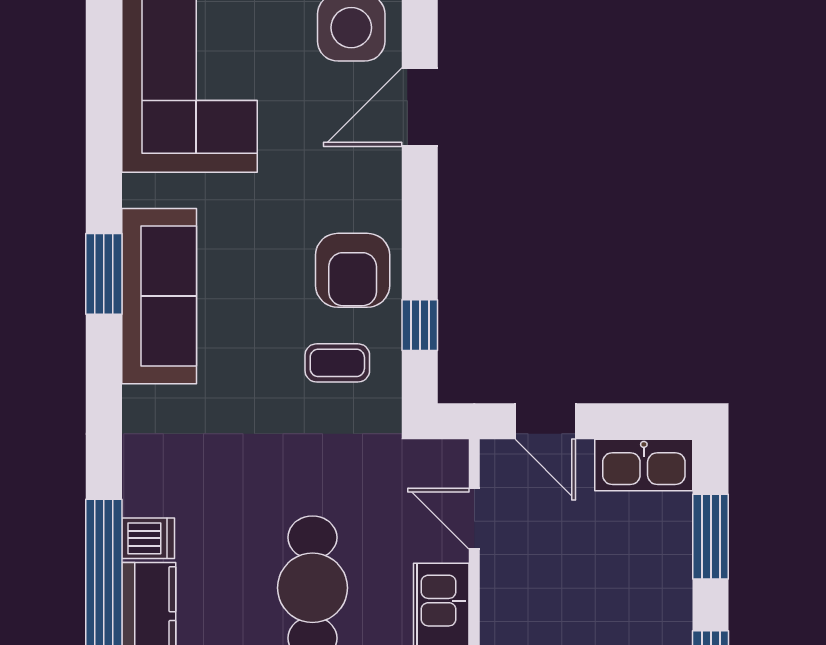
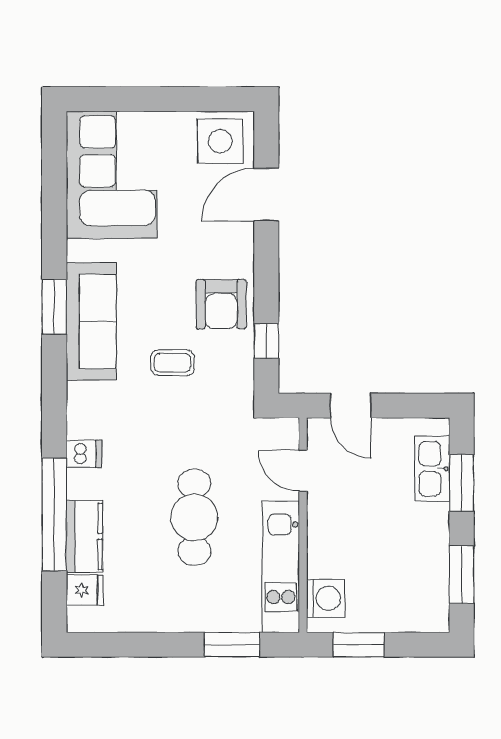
coffee table: (337, 363) -> (172, 363), moved
kitchen sink: (644, 465) -> (432, 469), moved, turned 90
dishwasher: (148, 538) -> (84, 454), moved

